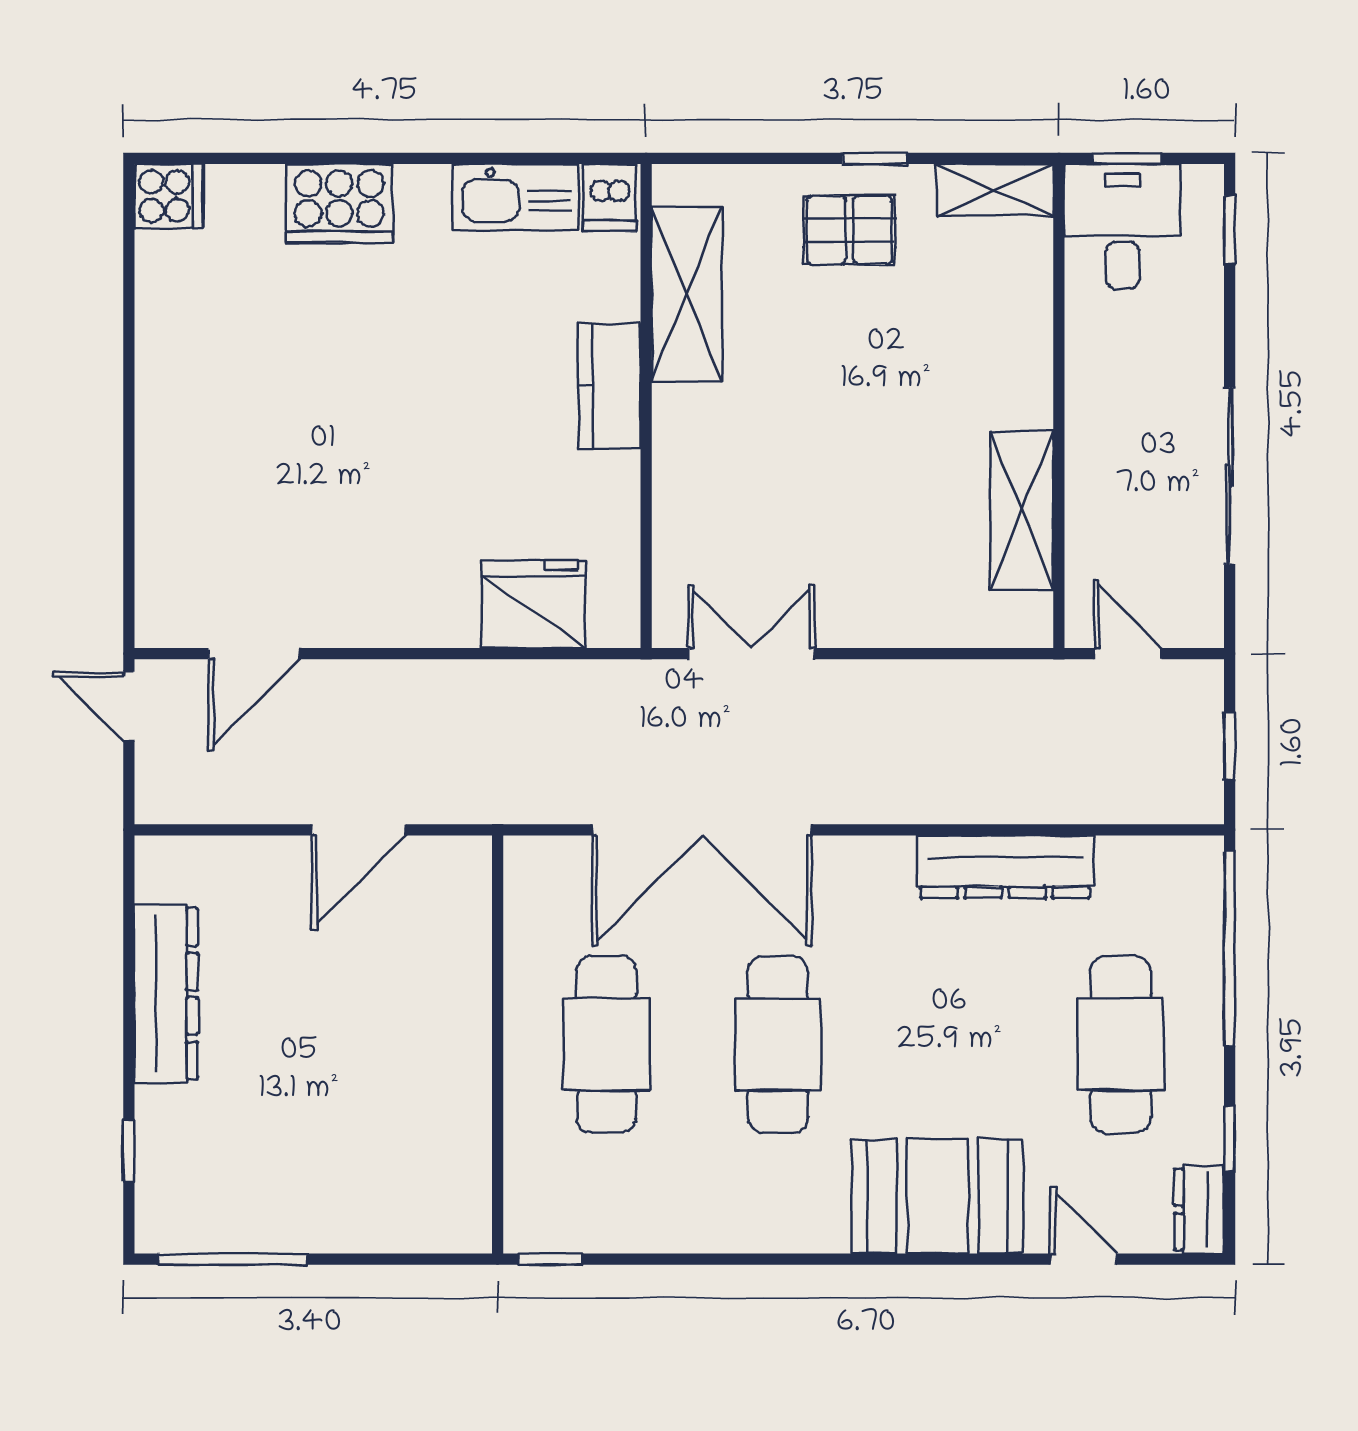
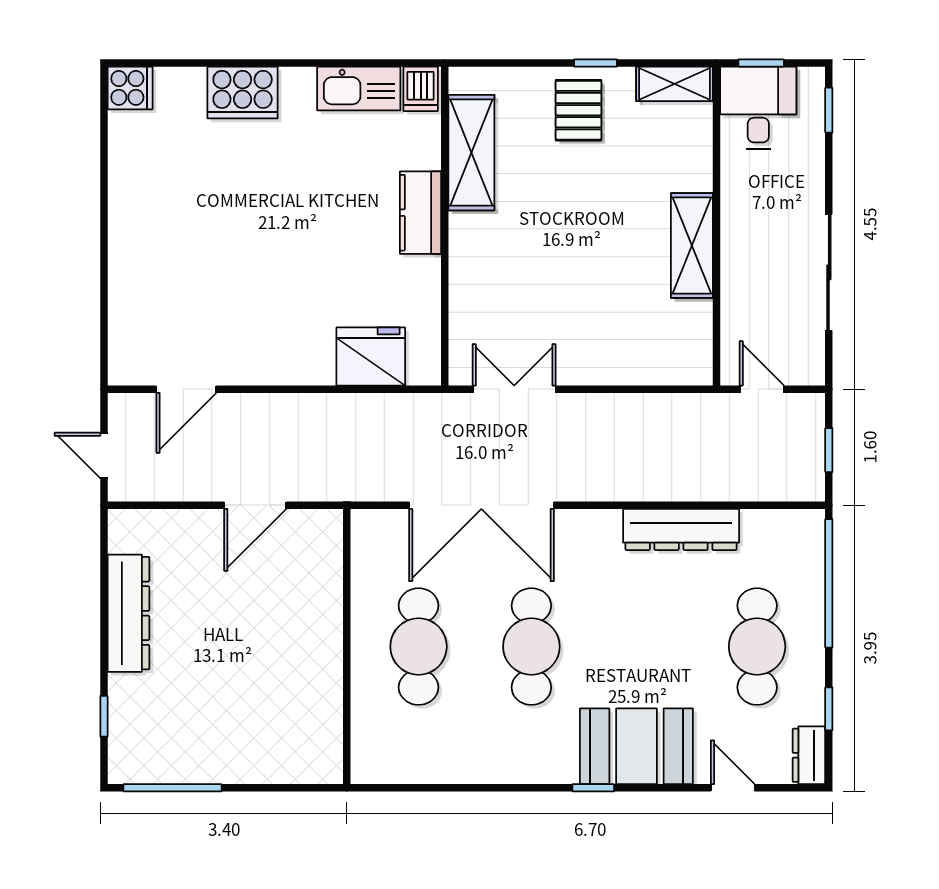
pallet: (849, 230) -> (579, 110), turned 90
shelving: (1022, 510) -> (692, 246), moved
door: (129, 706) -> (104, 456), moved
window: (551, 1259) -> (593, 788), moved

